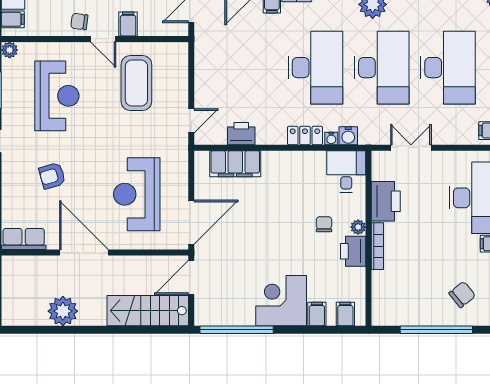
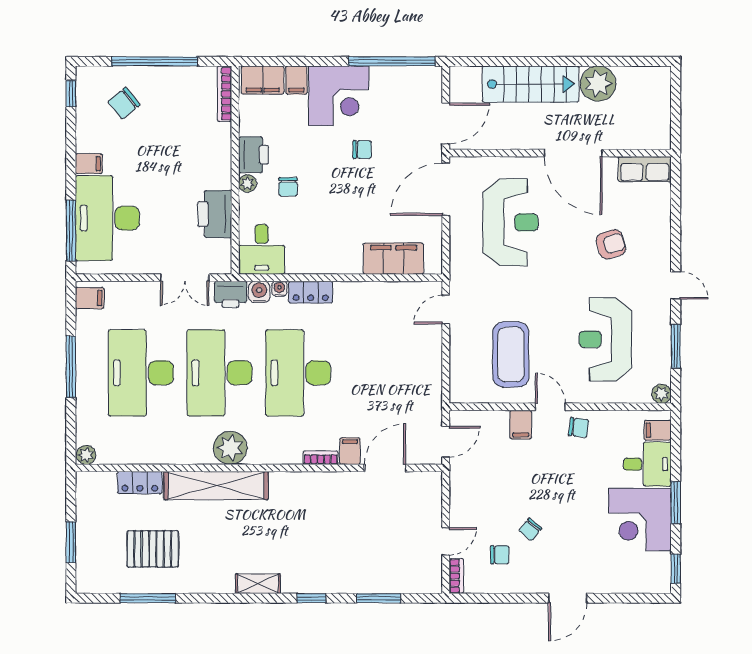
printer: (241, 134) -> (231, 294), moved
bookcase: (377, 246) -> (225, 94), moved
chair: (262, 256) -> (362, 150), added
stairs: (148, 311) -> (530, 84), moved
filing cabinet: (345, 314) -> (263, 80), width x2.00

